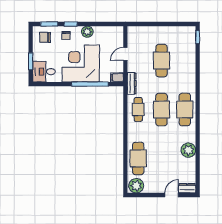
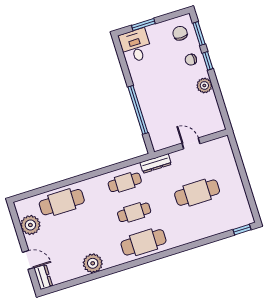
corner desk: (81, 63) -> (161, 90), removed
filing cabinet: (117, 77) -> (158, 142), removed
cafe table: (161, 110) -> (134, 212), width x0.73, depth x0.74
plant: (136, 186) -> (30, 225), moved

